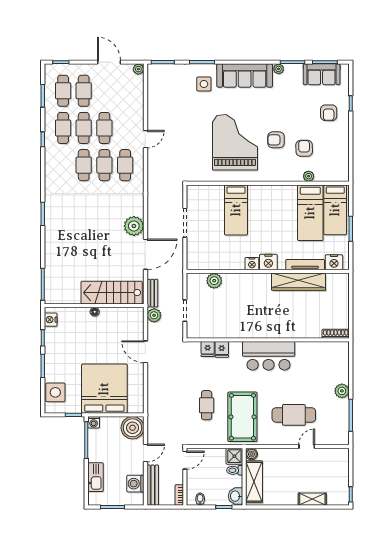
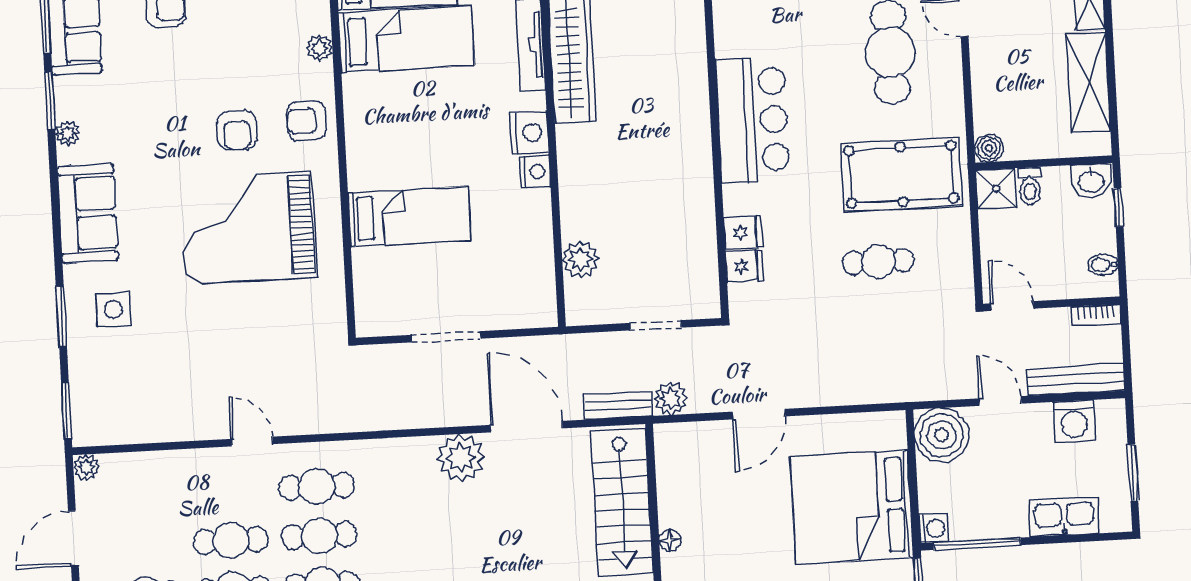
sofa: (245, 76) -> (88, 213), width x0.73
armchair: (304, 148) -> (307, 121), moved
shelving: (254, 482) -> (1088, 83), moved, turned 90

